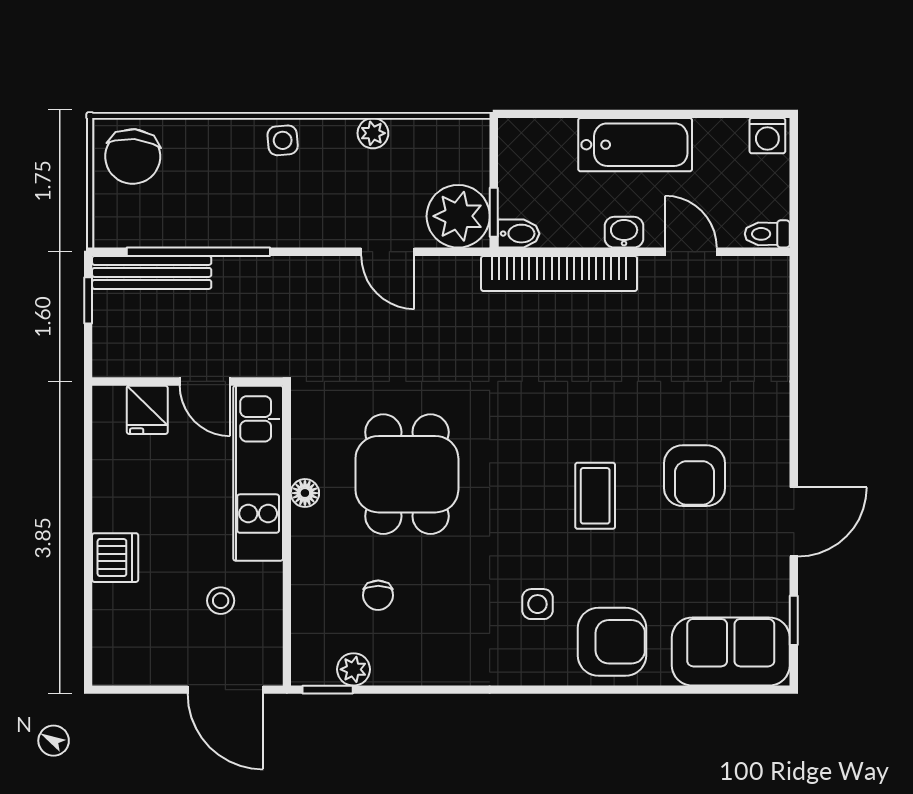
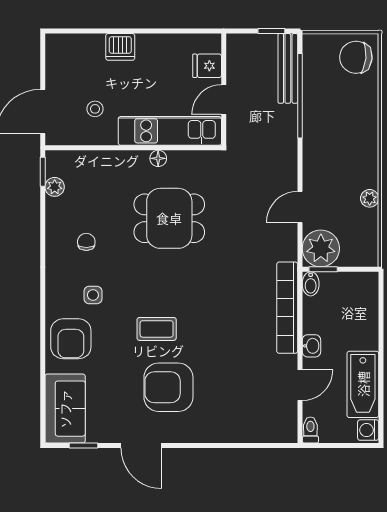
side table: (283, 140) -> (365, 145), removed
bathtub: (635, 145) -> (363, 384), moved
armchair: (695, 476) -> (168, 387), width x1.36, depth x1.36
chair: (378, 595) -> (86, 242), moved, turned 90

